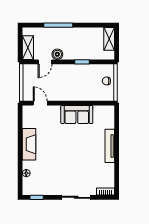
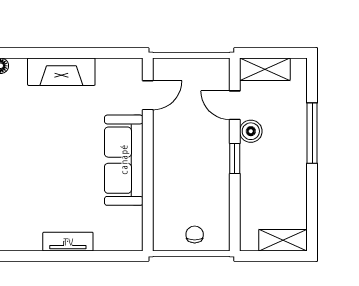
window: (82, 62) -> (235, 159), moved
sofa: (77, 115) -> (124, 160), width x1.36
tv unit: (110, 146) -> (68, 242), width x0.71

